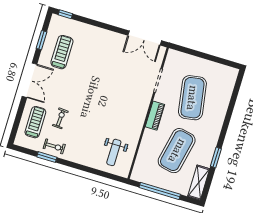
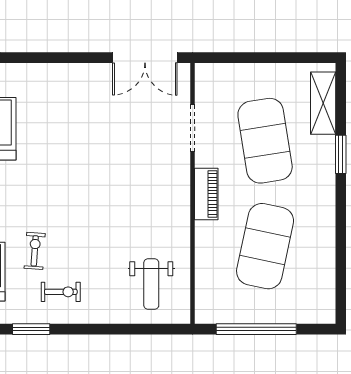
exercise bike: (54, 146) -> (61, 292), moved
window: (216, 157) -> (341, 154), moved
shelving: (199, 183) -> (323, 103), moved

